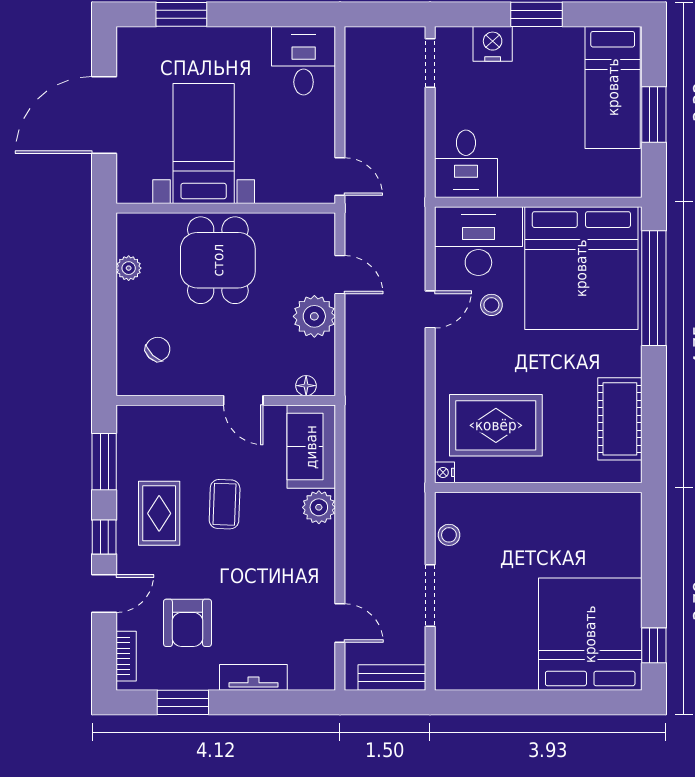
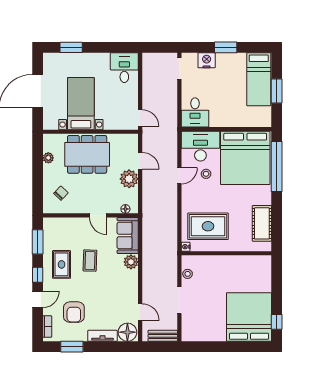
dining table: (218, 260) -> (87, 154), width x1.38
floor lamp: (311, 669) -> (127, 332), added

